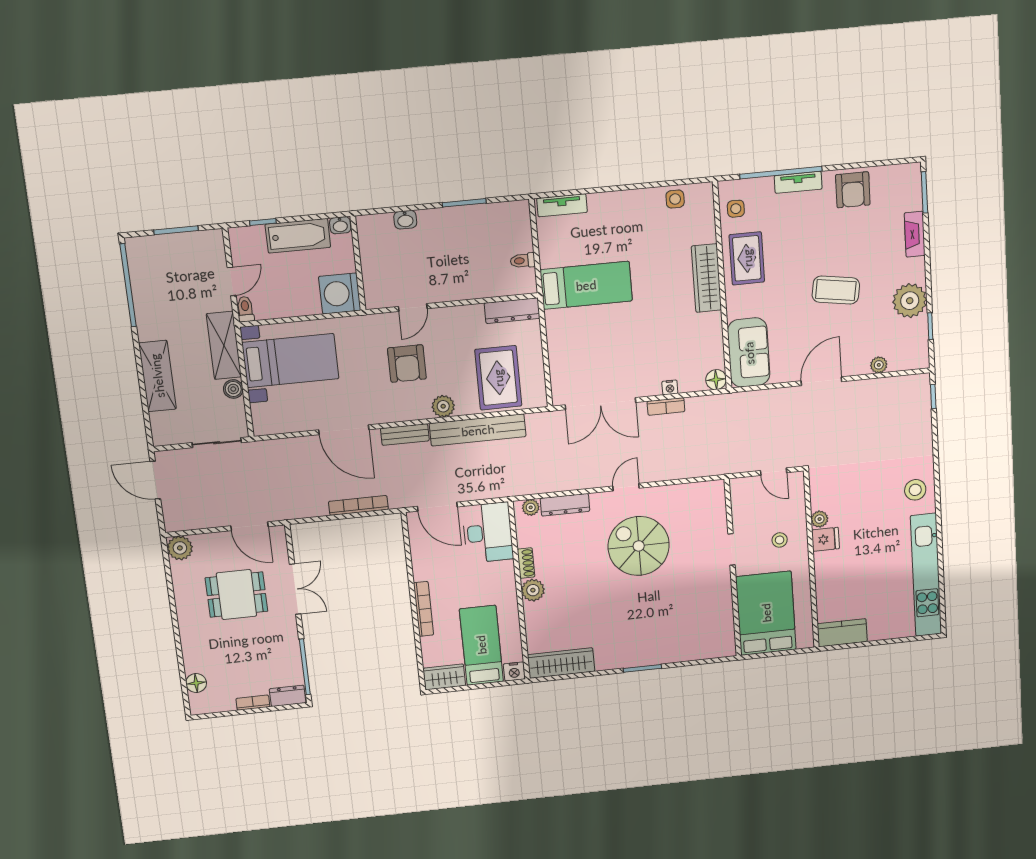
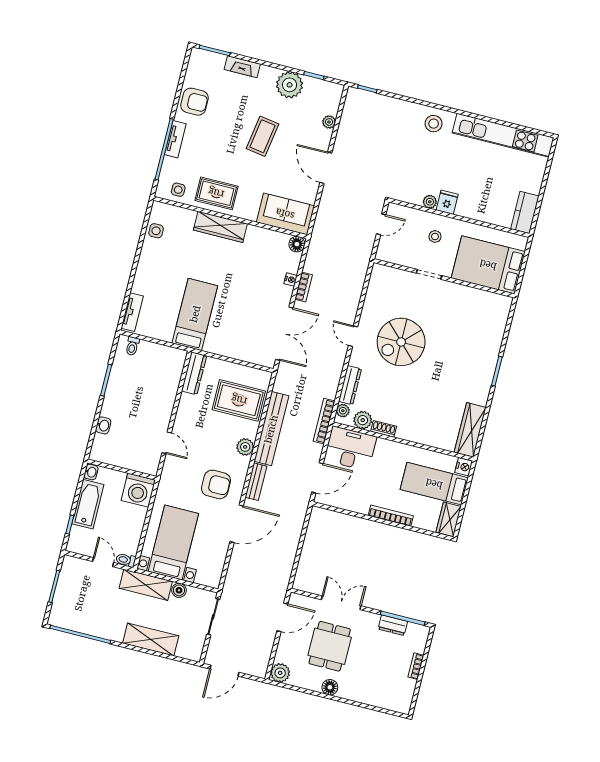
toilet: (523, 261) -> (132, 346), moved
armchair: (407, 364) -> (216, 484), moved
bookcase: (358, 505) -> (324, 421), moved
plant: (533, 590) -> (363, 420), moved
floor lamp: (196, 683) -> (330, 687), moved
dresser: (288, 696) -> (393, 625), moved, turned -90

